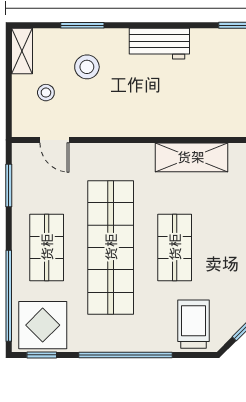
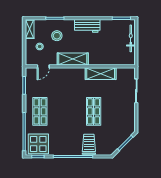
shelving: (125, 122) -> (73, 59), added
door: (54, 140) -> (43, 66), hinge flipped
shop shelf: (111, 247) -> (67, 111), removed
trolley: (193, 324) -> (89, 144), moved

